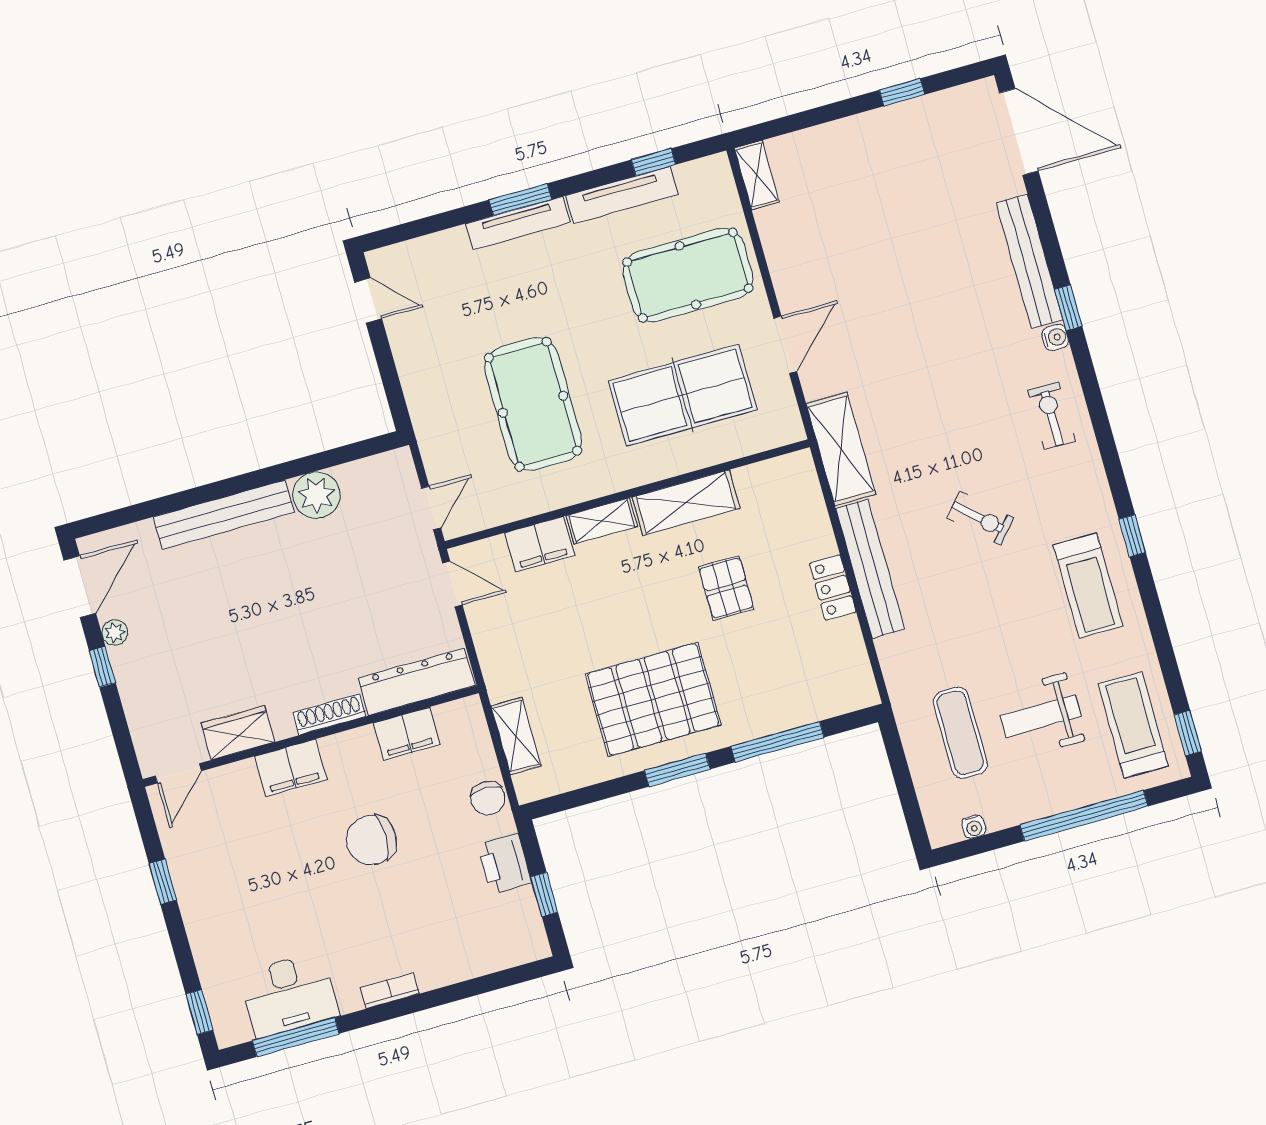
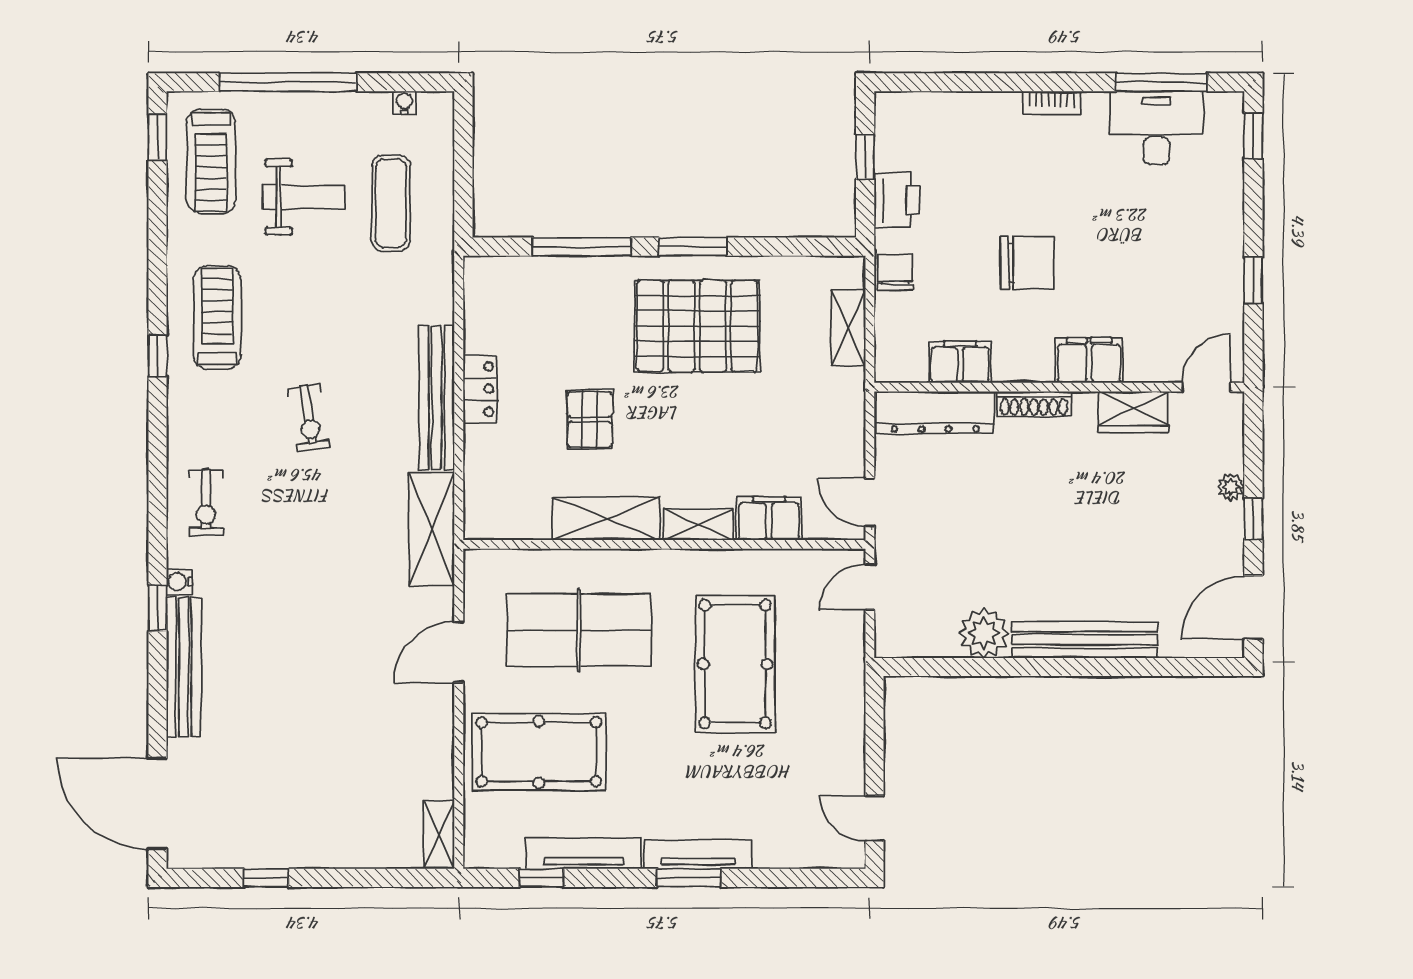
exercise bike: (980, 518) -> (309, 418), turned -141
plant: (115, 633) -> (1231, 487), moved

